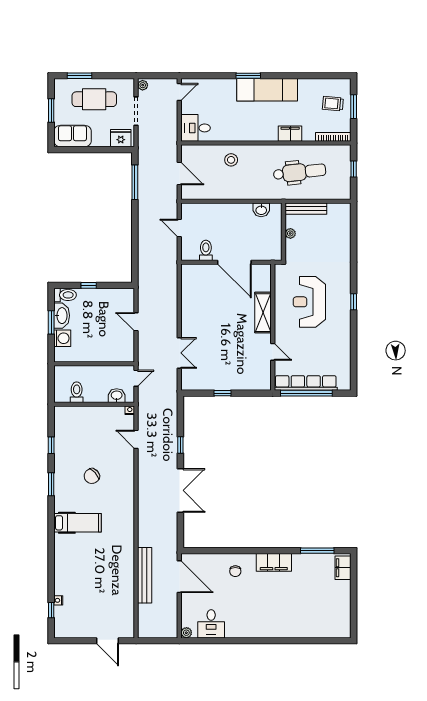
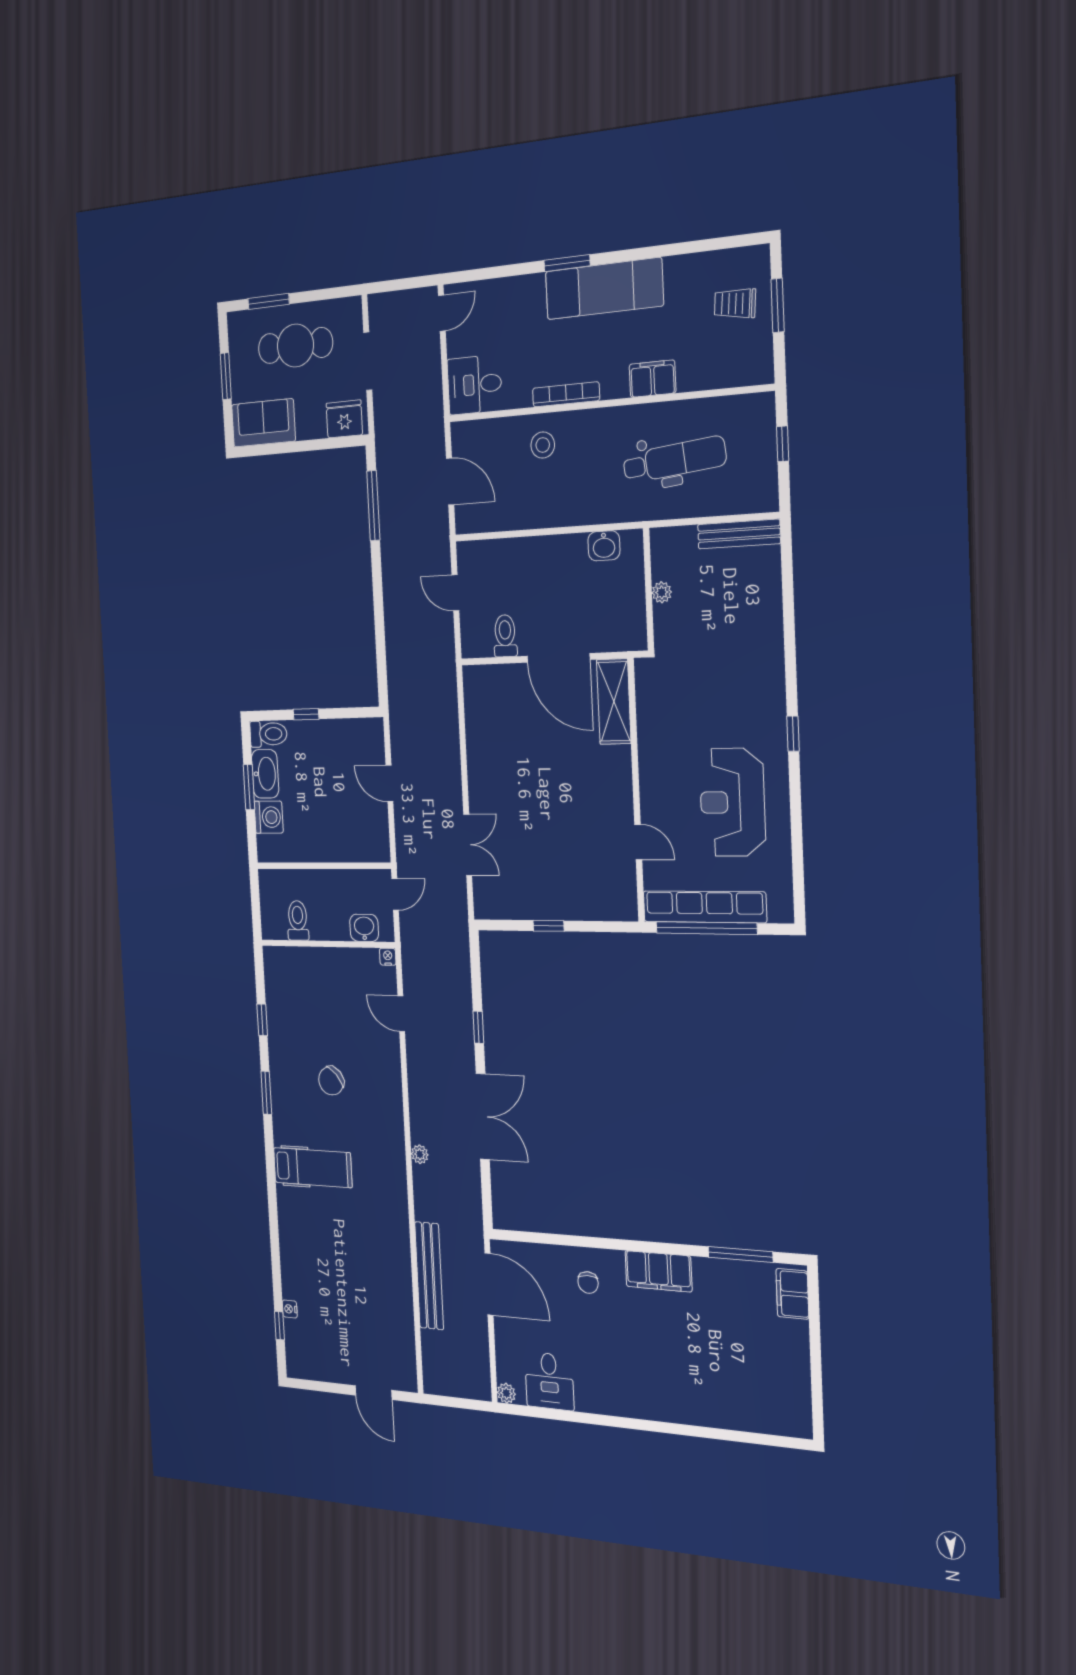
plant: (143, 85) -> (420, 1154), moved
bookcase: (333, 137) -> (566, 394), moved
bench: (306, 209) -> (739, 534), moved
reception desk: (309, 302) -> (732, 802), moved
shelving: (263, 313) -> (614, 701), moved

